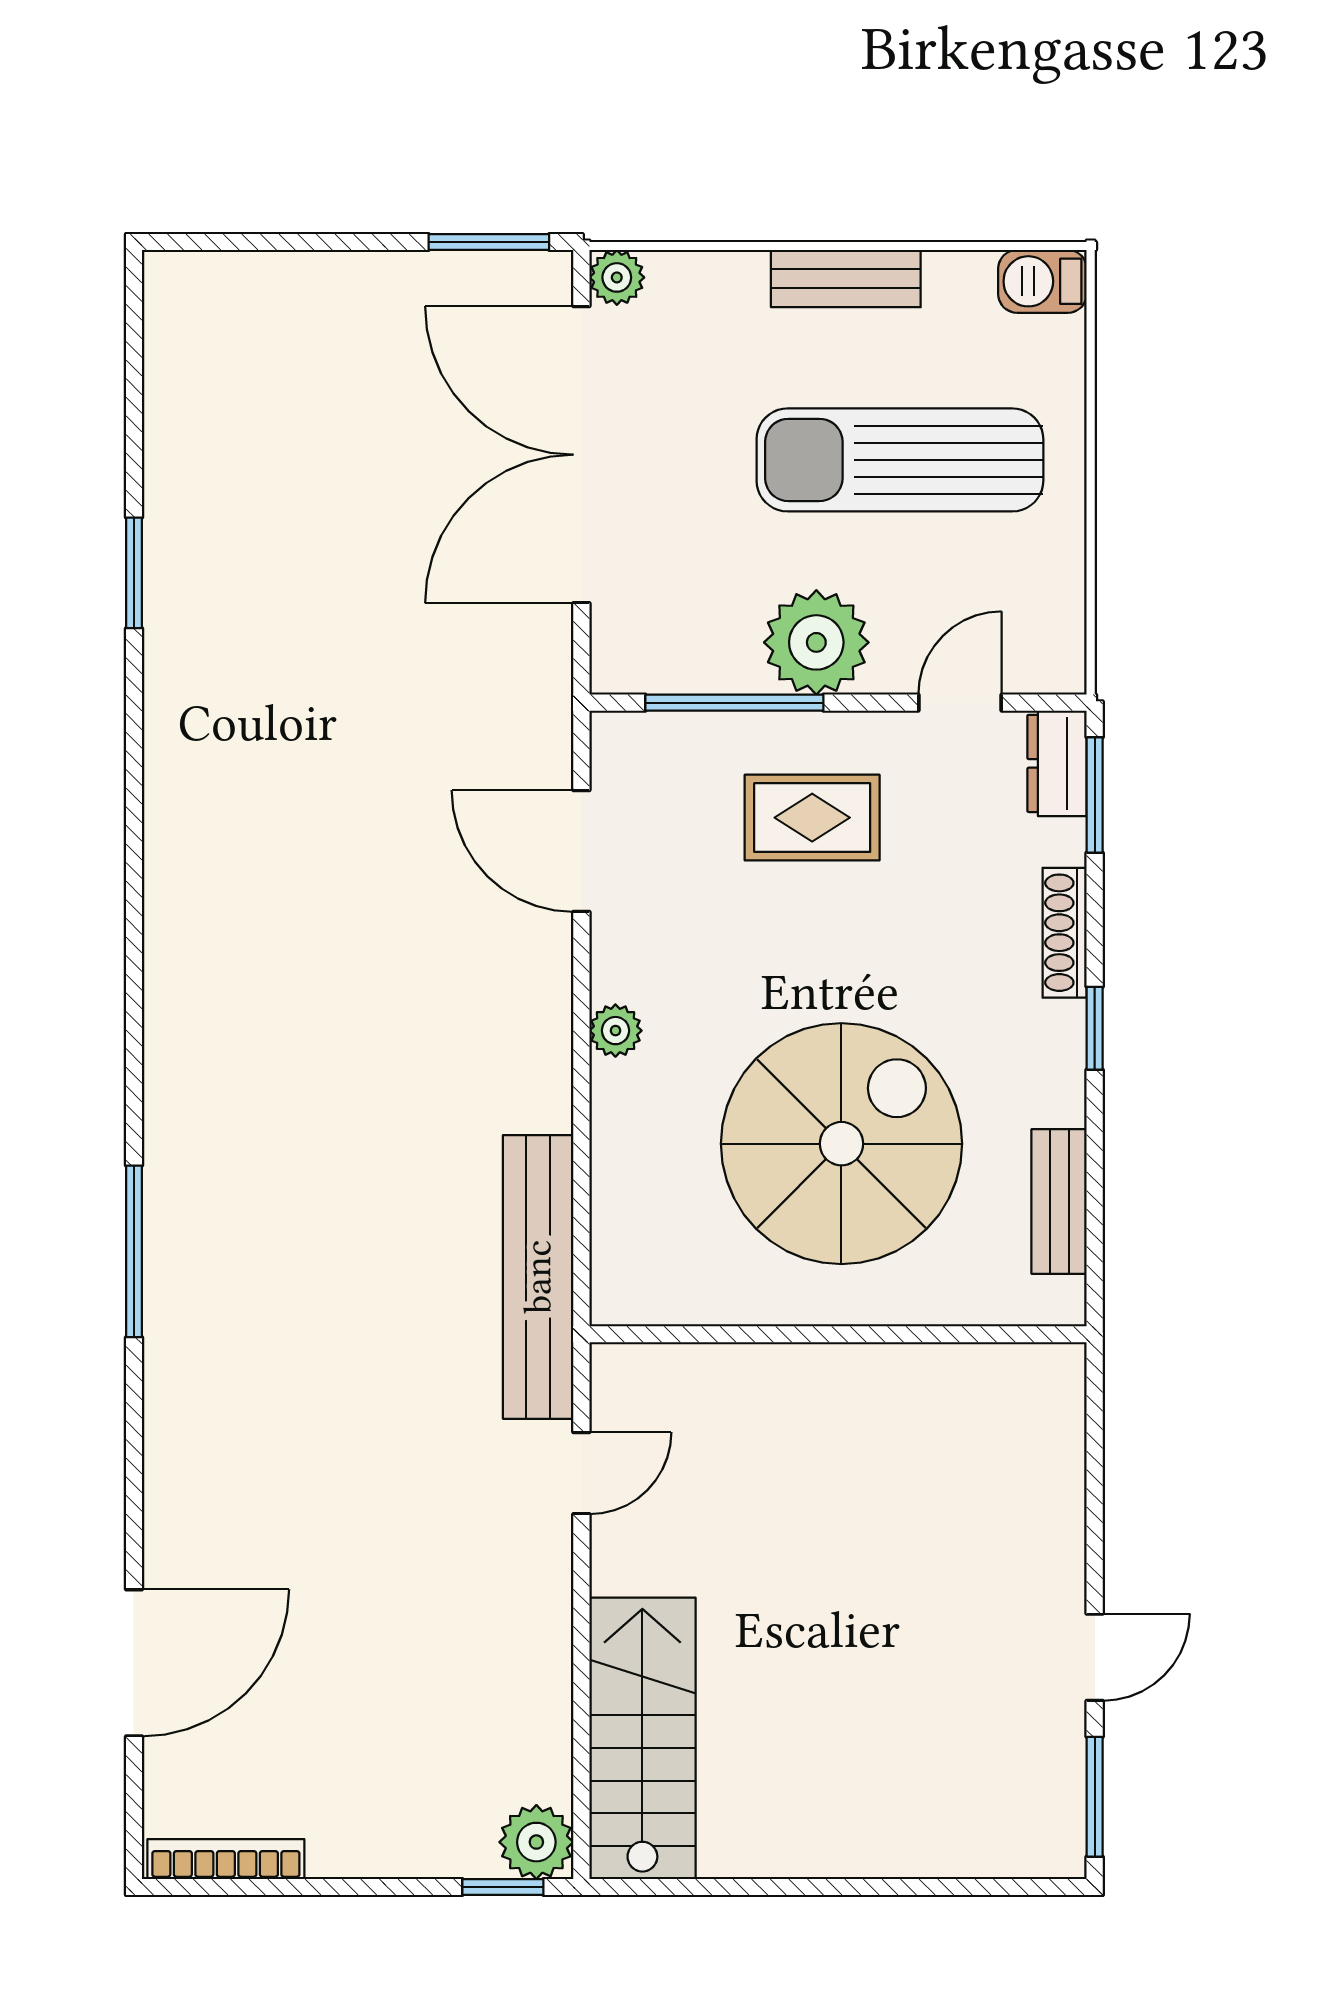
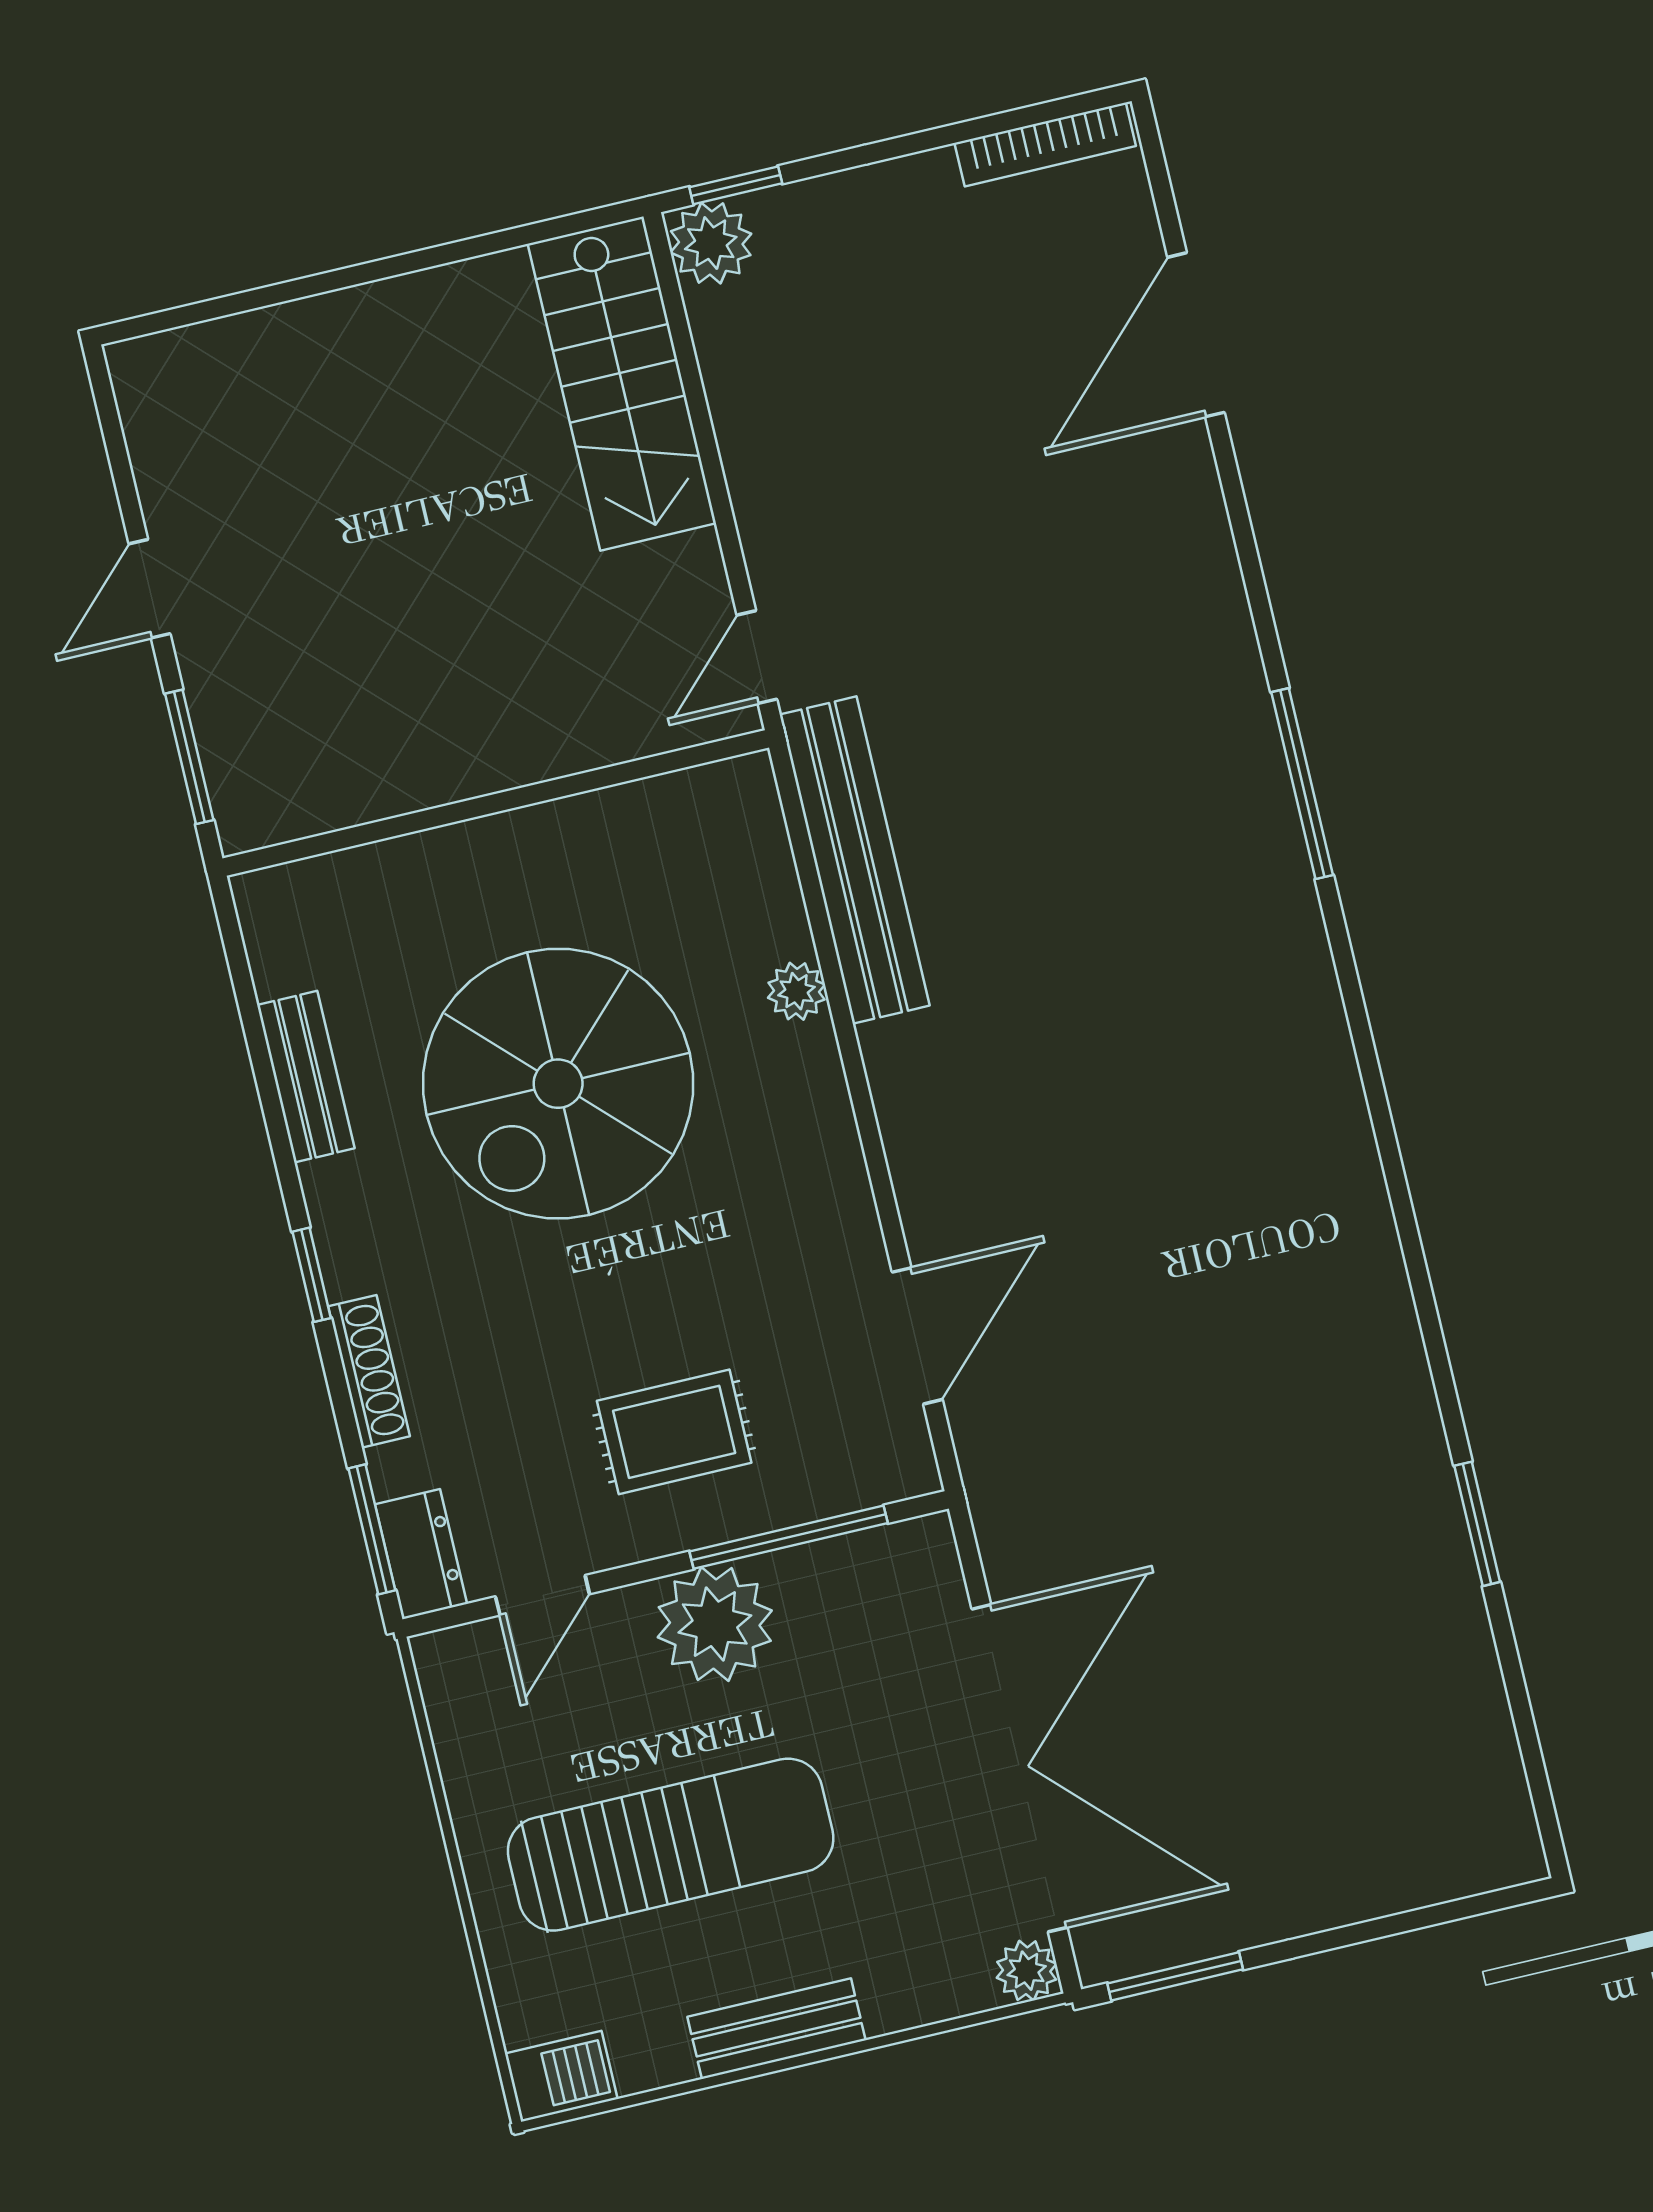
door: (581, 851) -> (917, 1336), hinge flipped
plant: (615, 1031) -> (797, 991), moved
wall: (838, 1334) -> (496, 803), moved
window: (1095, 1797) -> (189, 757), moved

